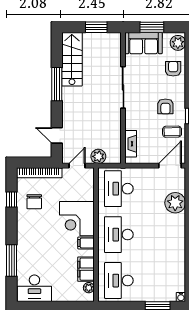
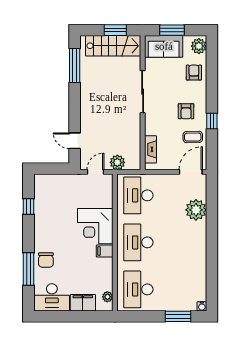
stairs: (72, 59) -> (113, 46), moved, turned 90
window: (57, 84) -> (75, 65), moved
bookcase: (39, 173) -> (57, 179), removed
chair: (34, 202) -> (46, 260), moved
filing cabinet: (86, 269) -> (83, 303), moved, turned 90

